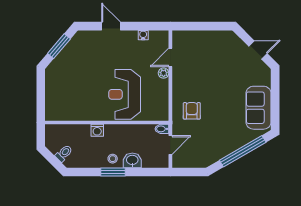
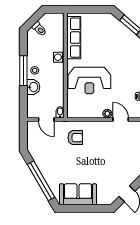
reception desk: (125, 94) -> (89, 81), turned 180
row of seats: (74, 113) -> (74, 38), added
window: (113, 172) -> (23, 71), width x1.44

